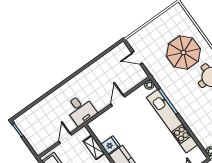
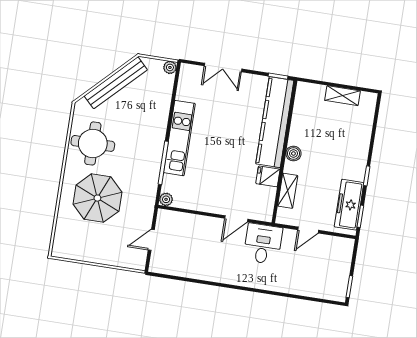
door: (137, 58) -> (151, 240), swing flipped
door: (118, 100) -> (236, 219), moved
kitchen unit: (172, 121) -> (179, 138), width x0.73

